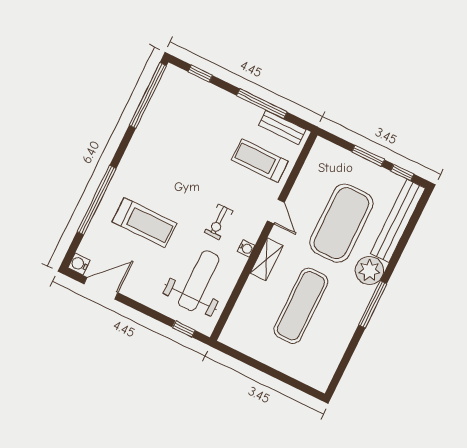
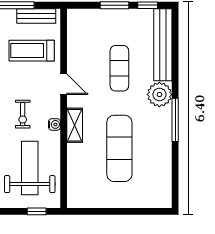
exercise mat: (341, 223) -> (119, 68), width x0.50, depth x0.69

